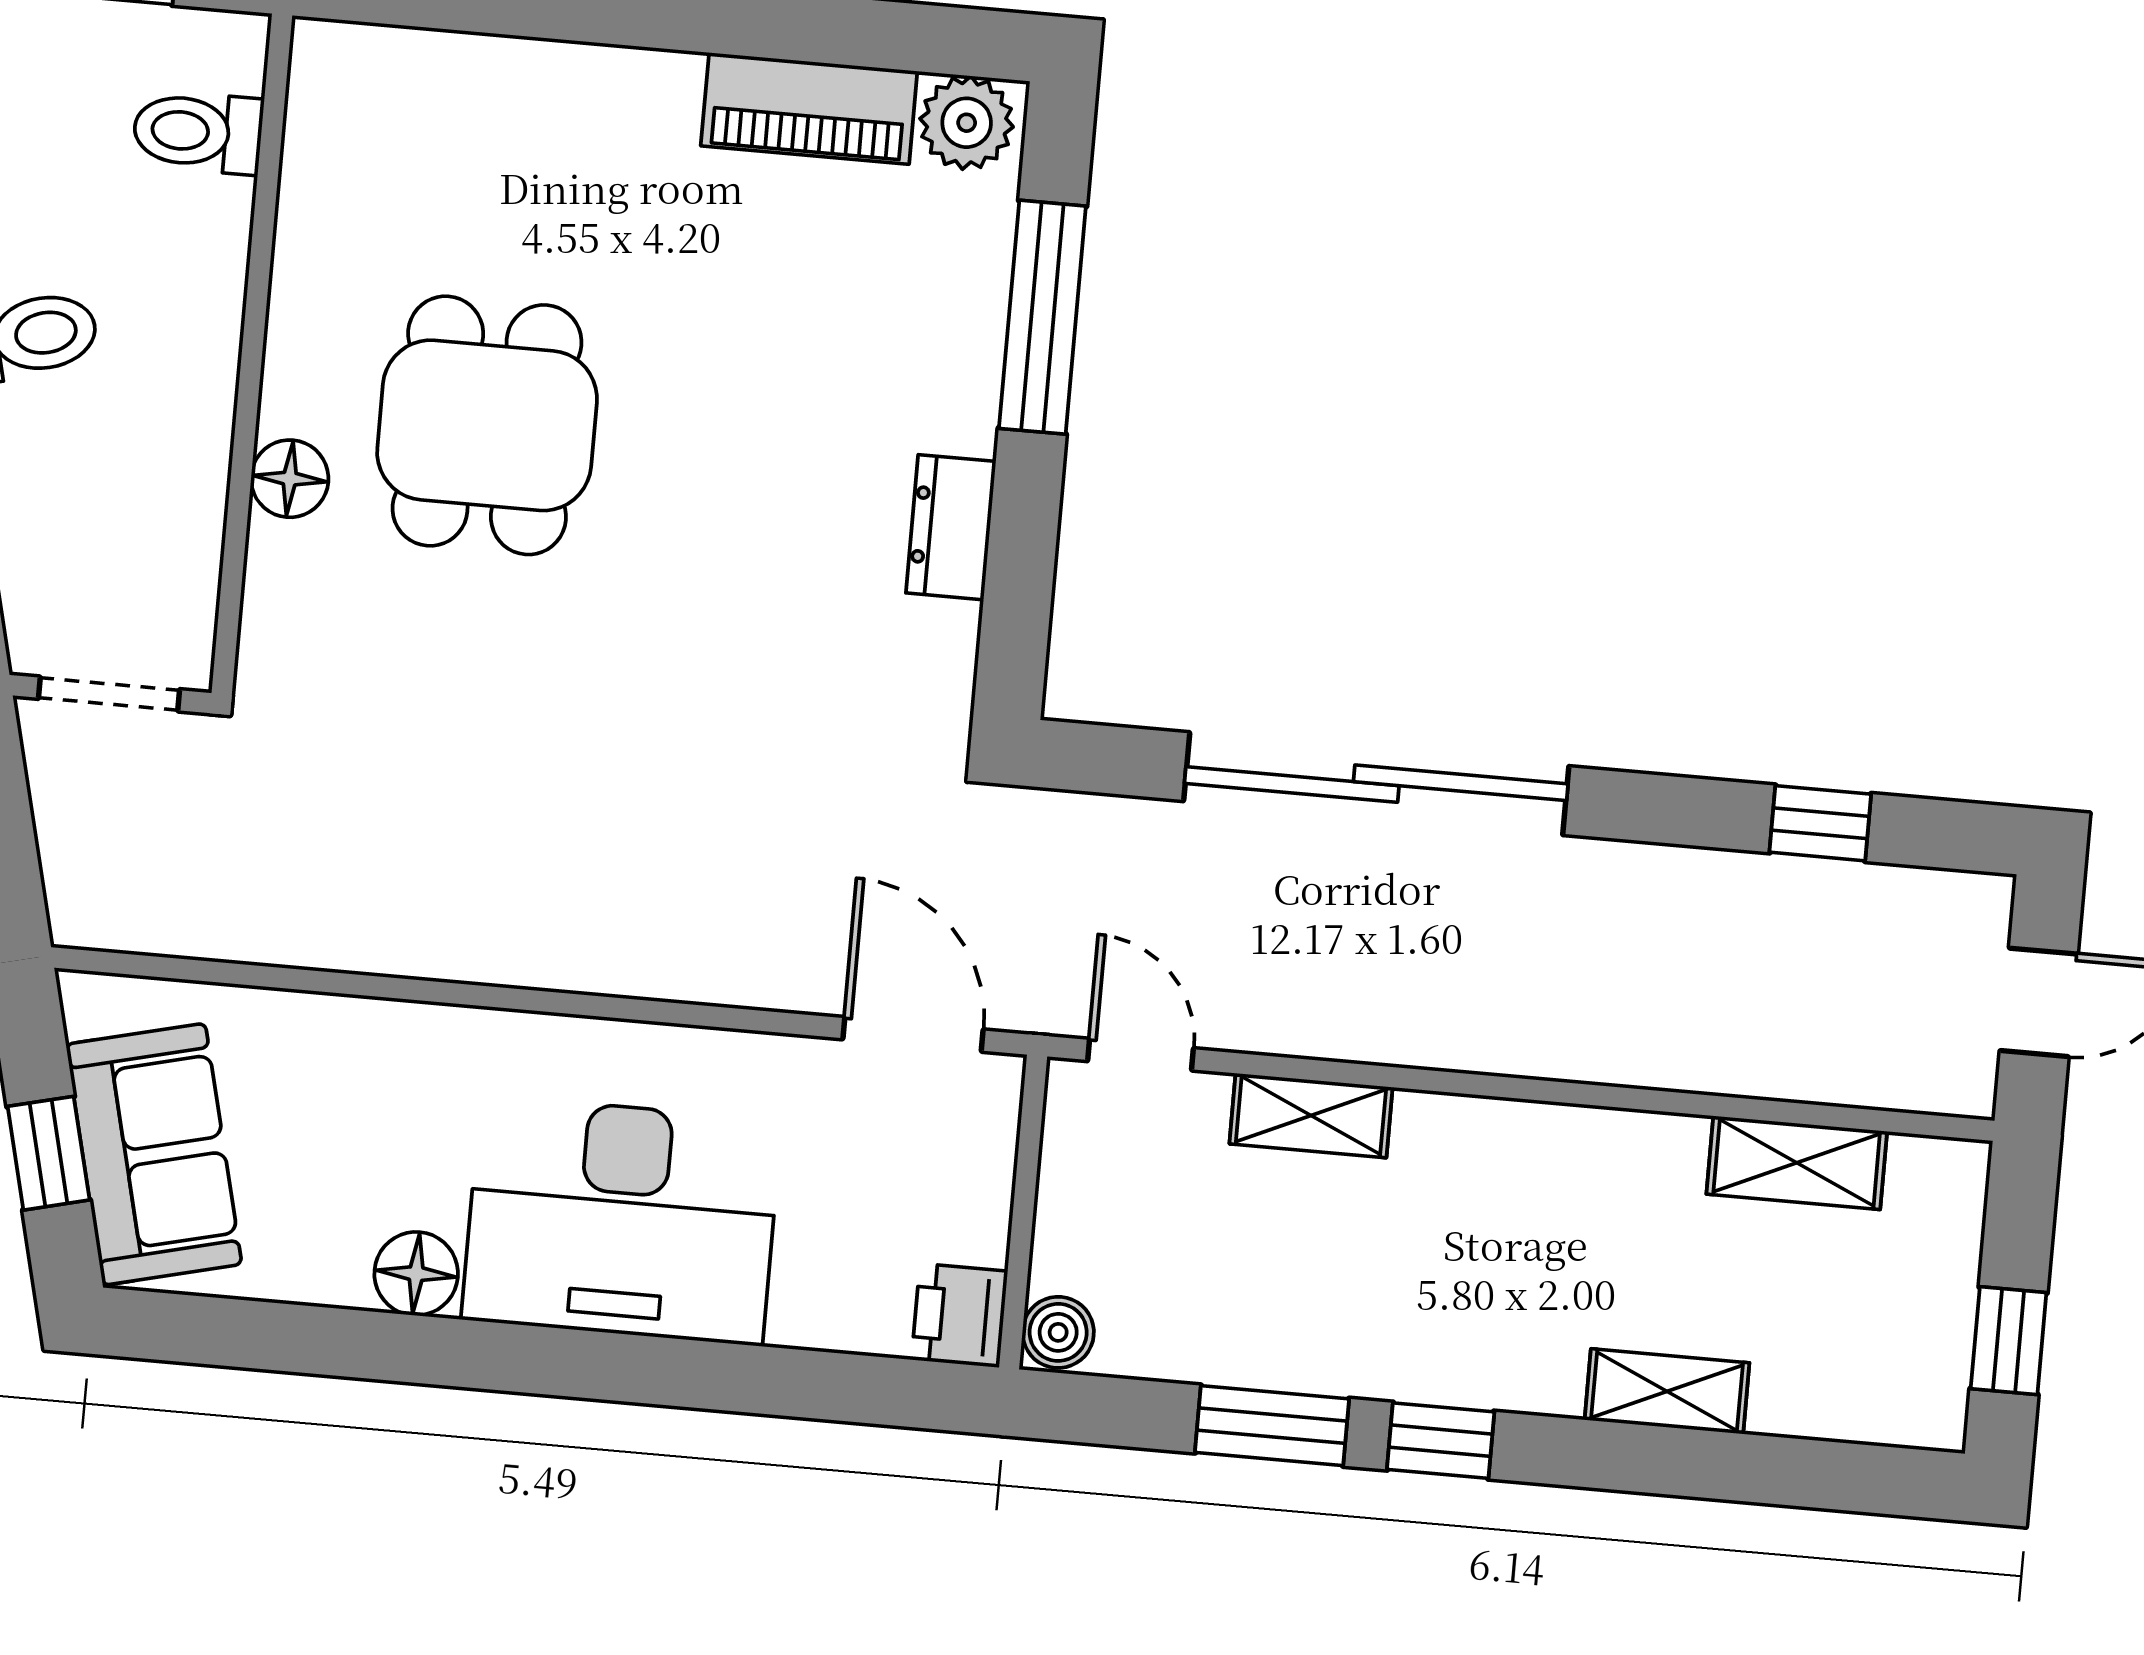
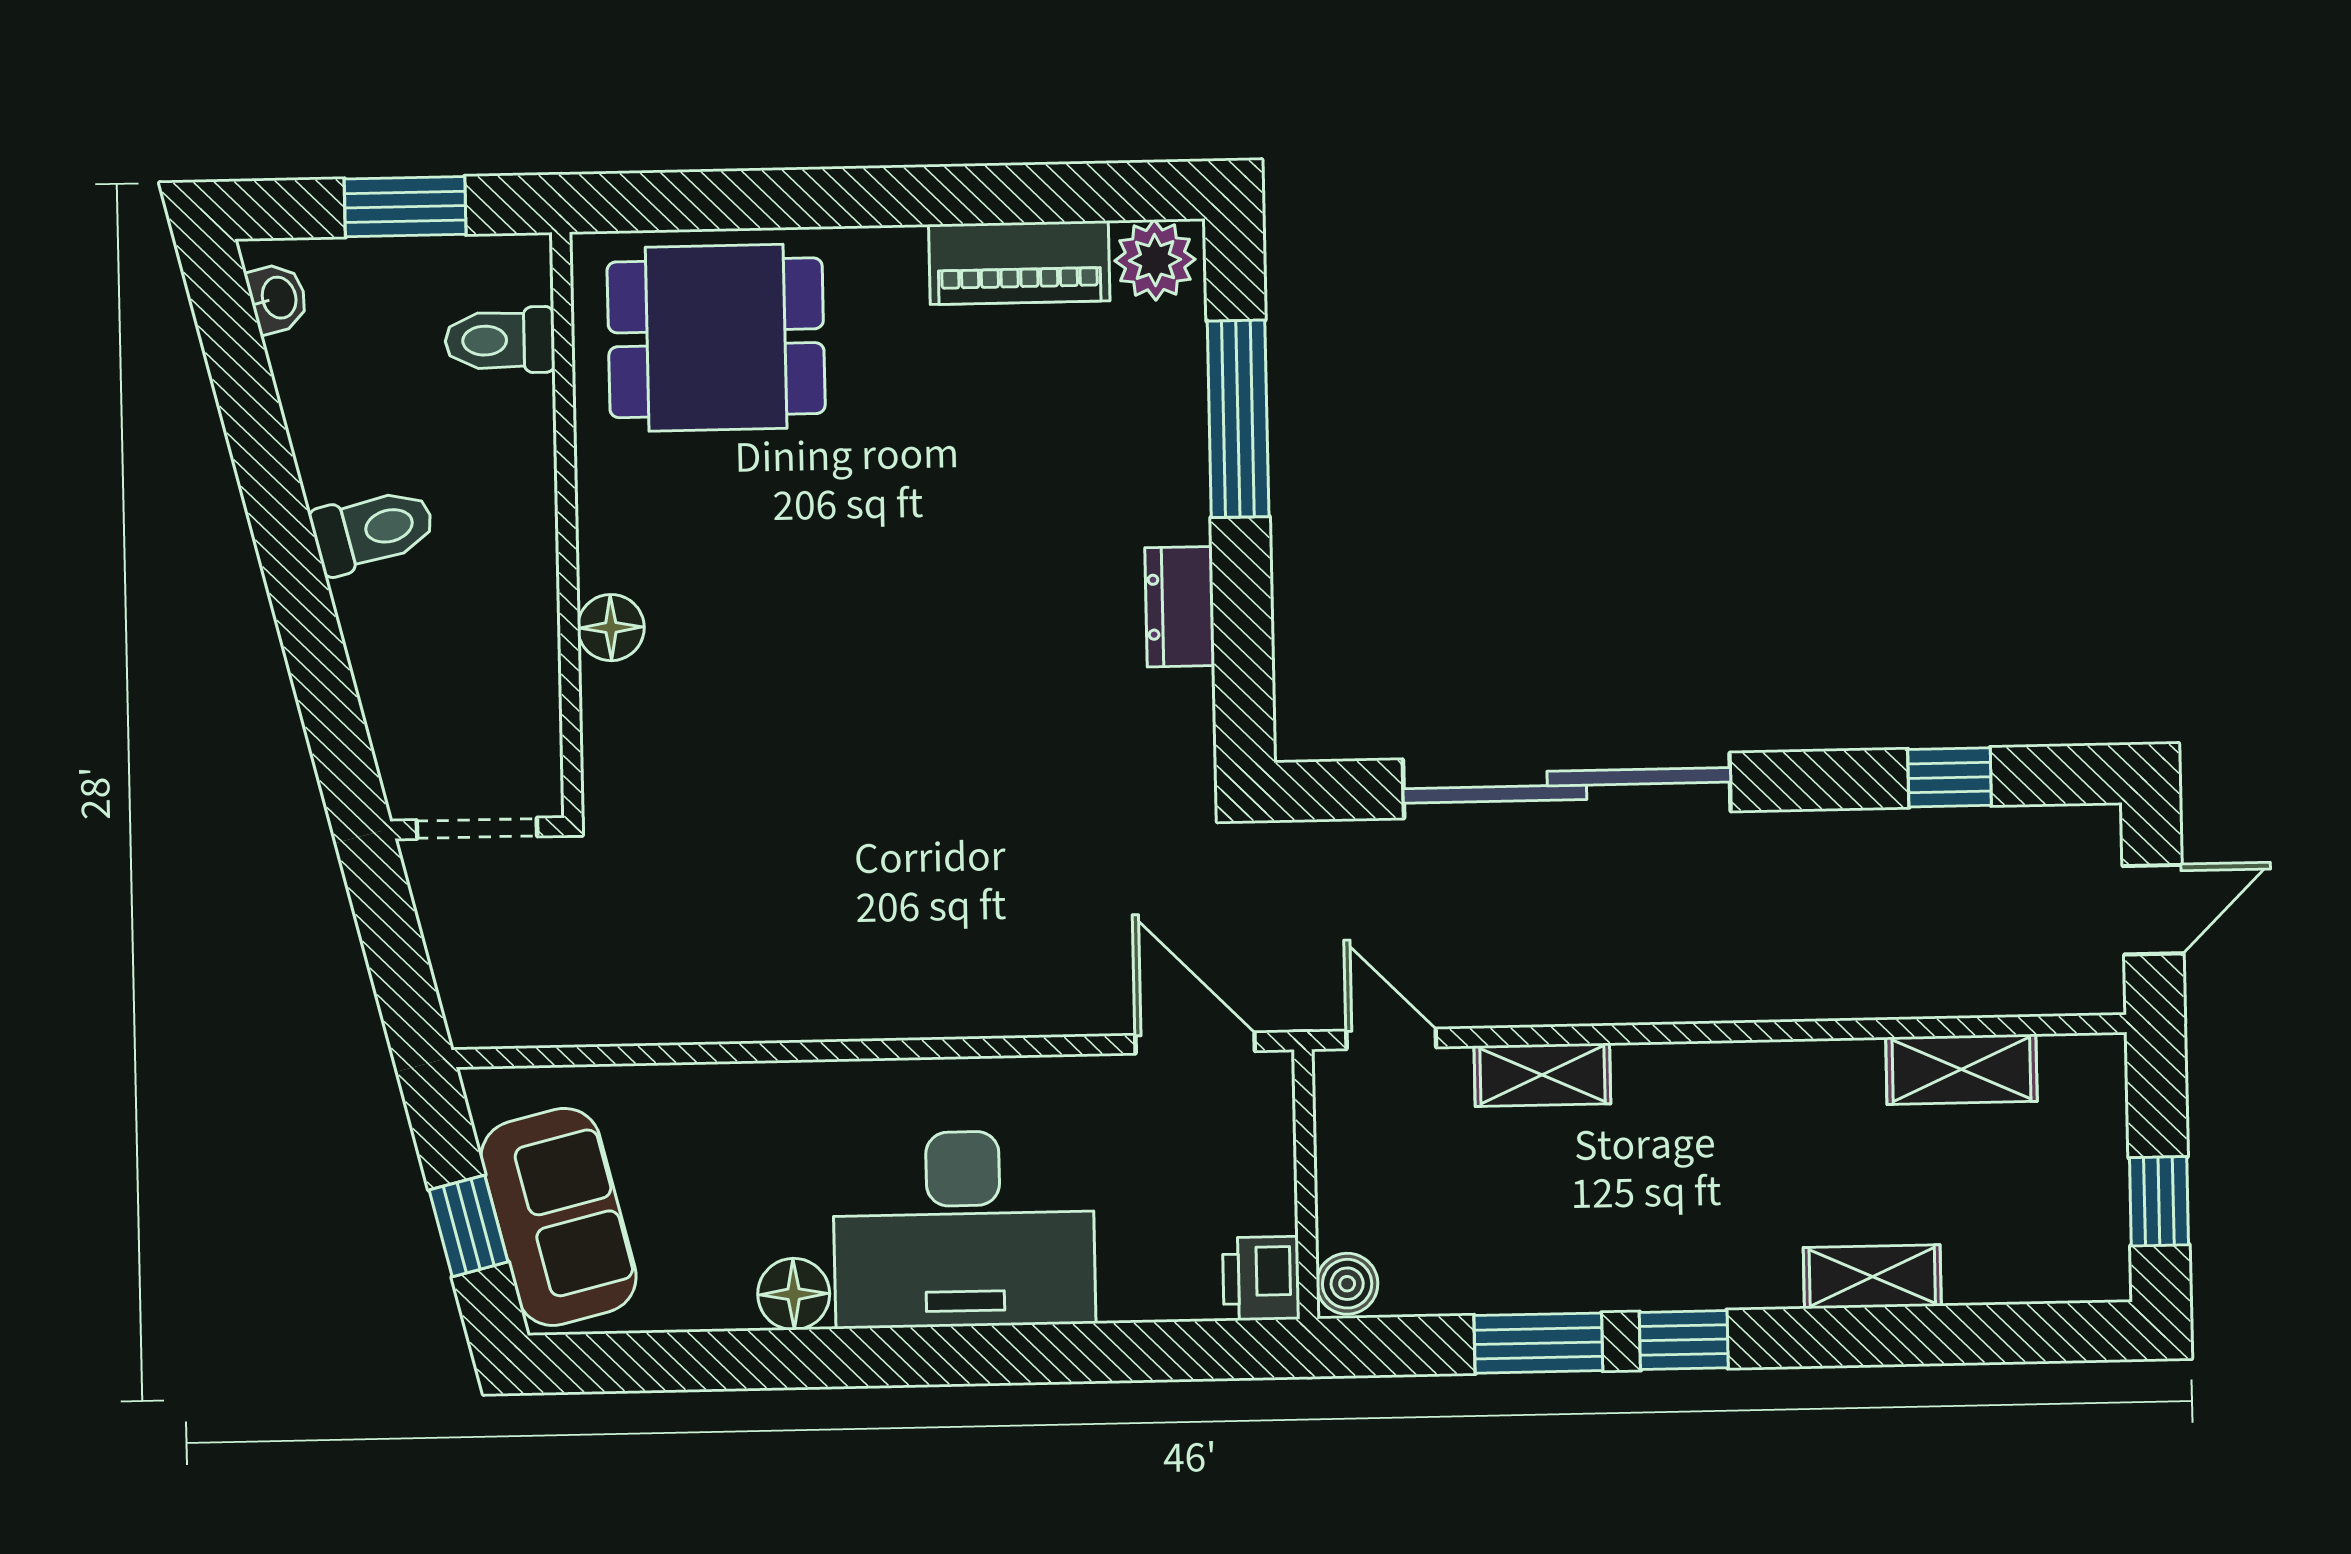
dining table: (487, 425) -> (716, 338), moved, turned 90

